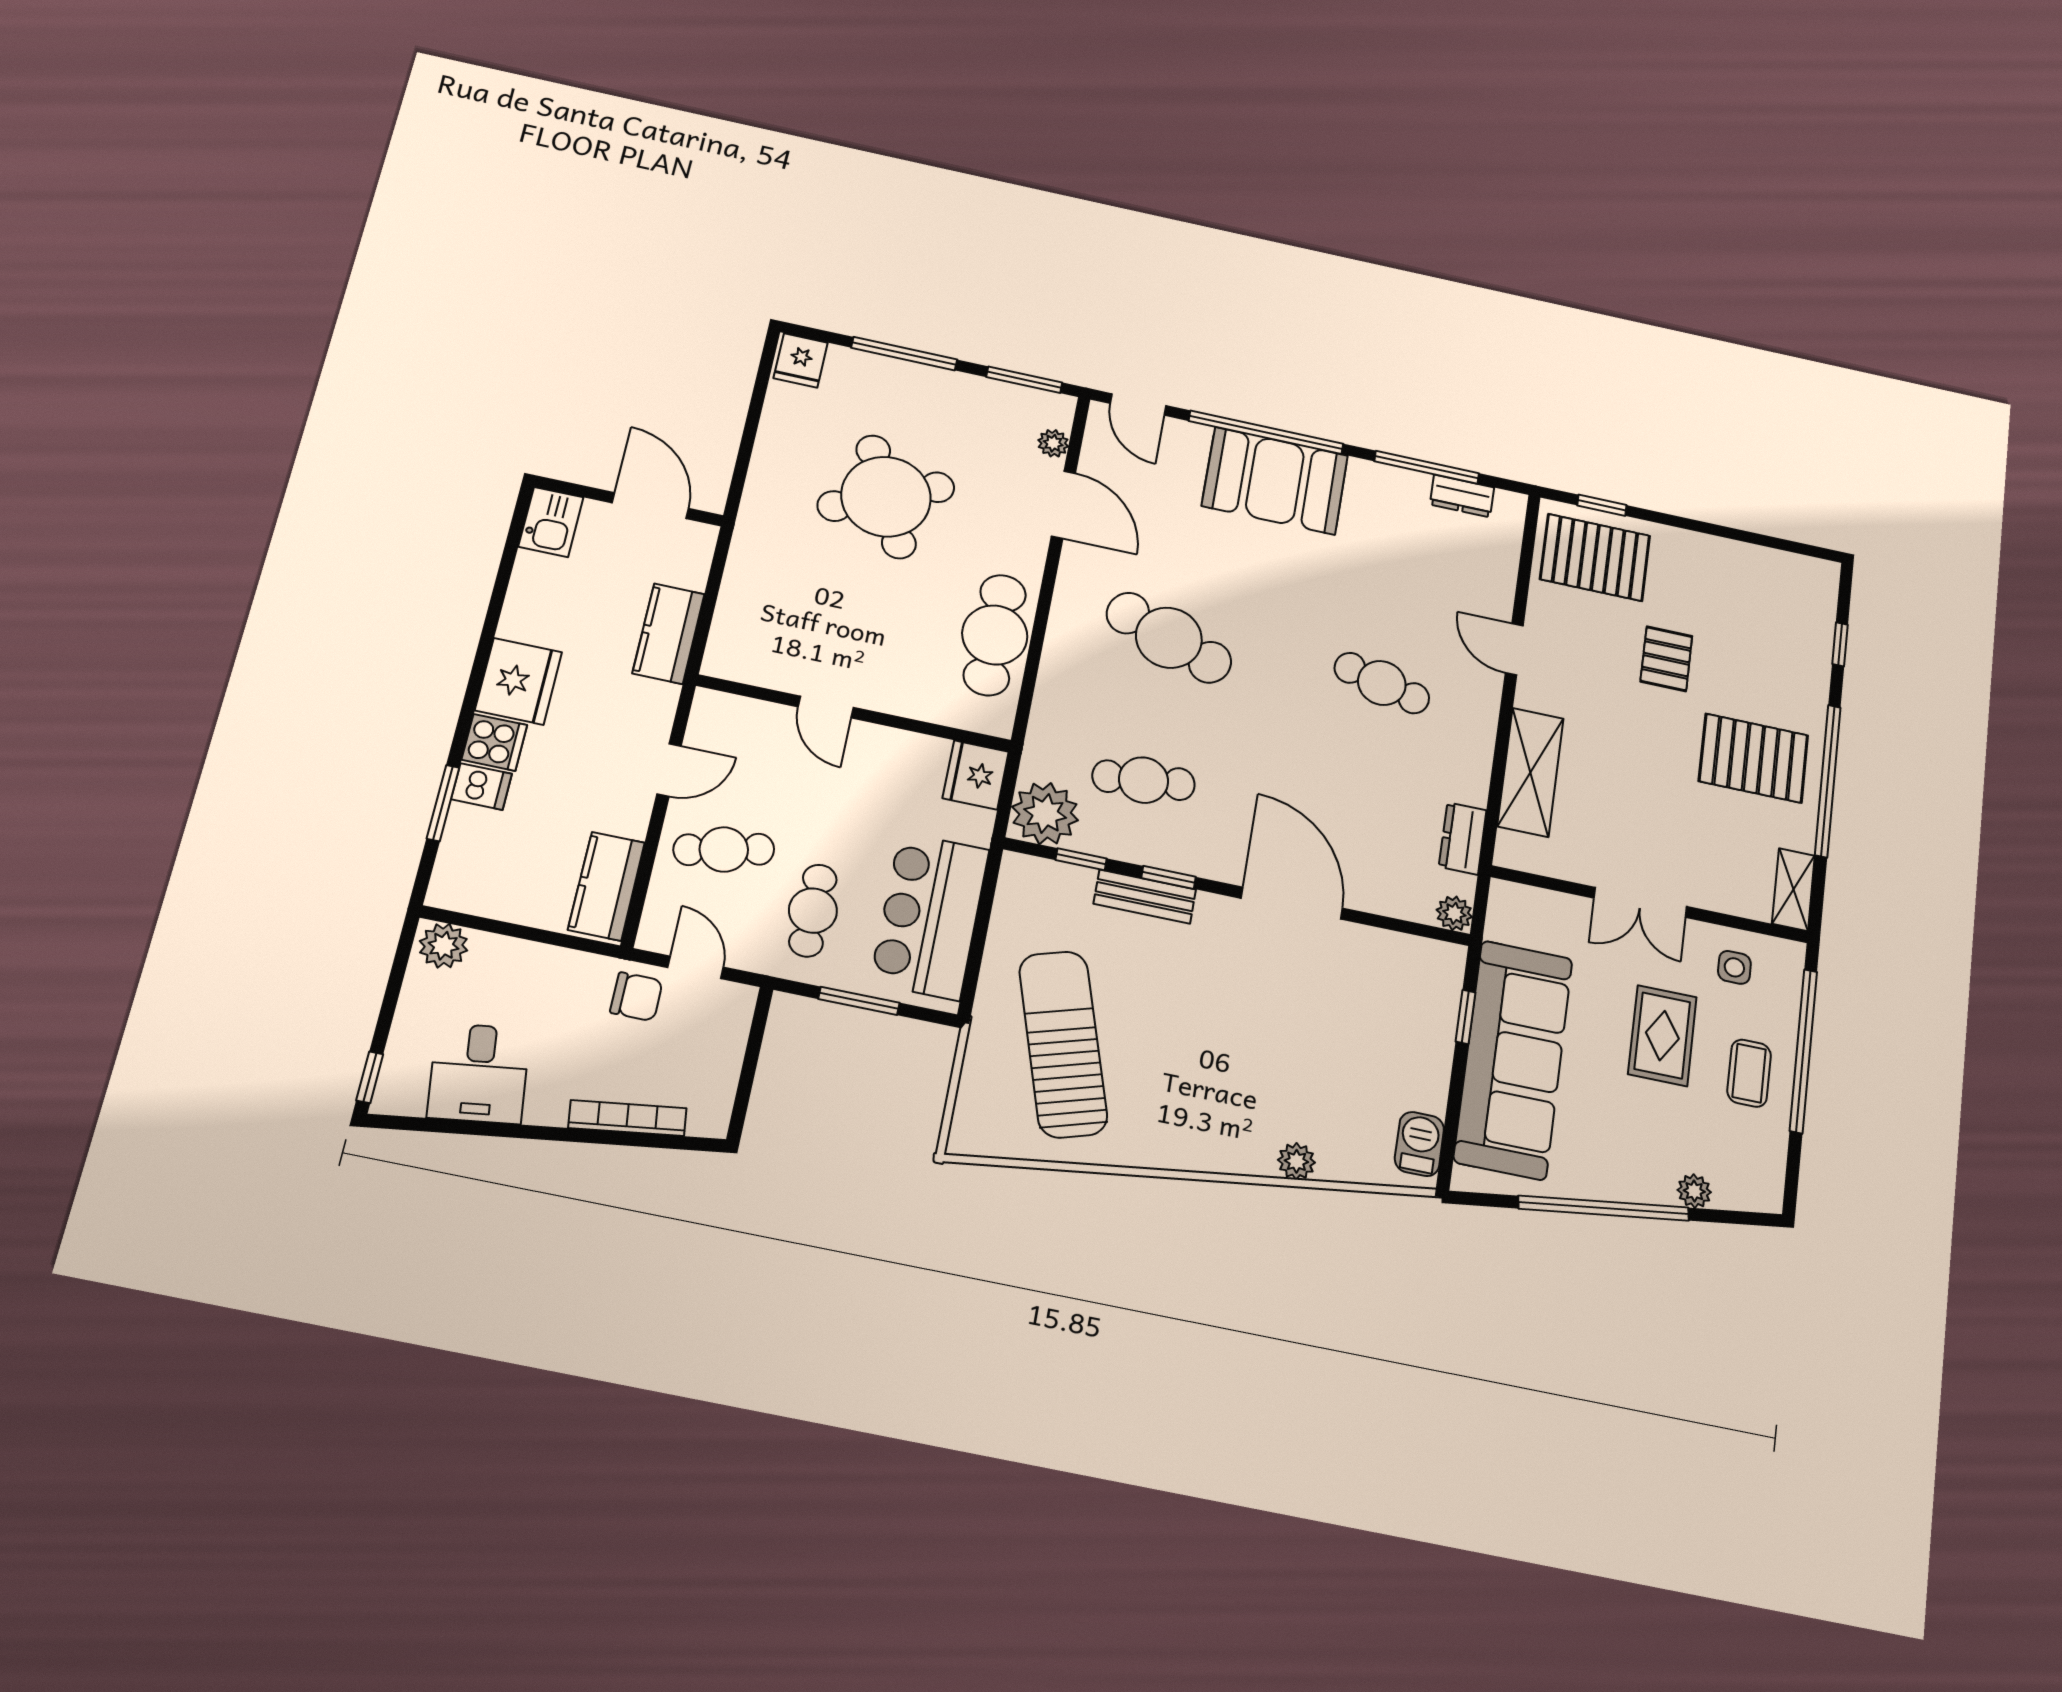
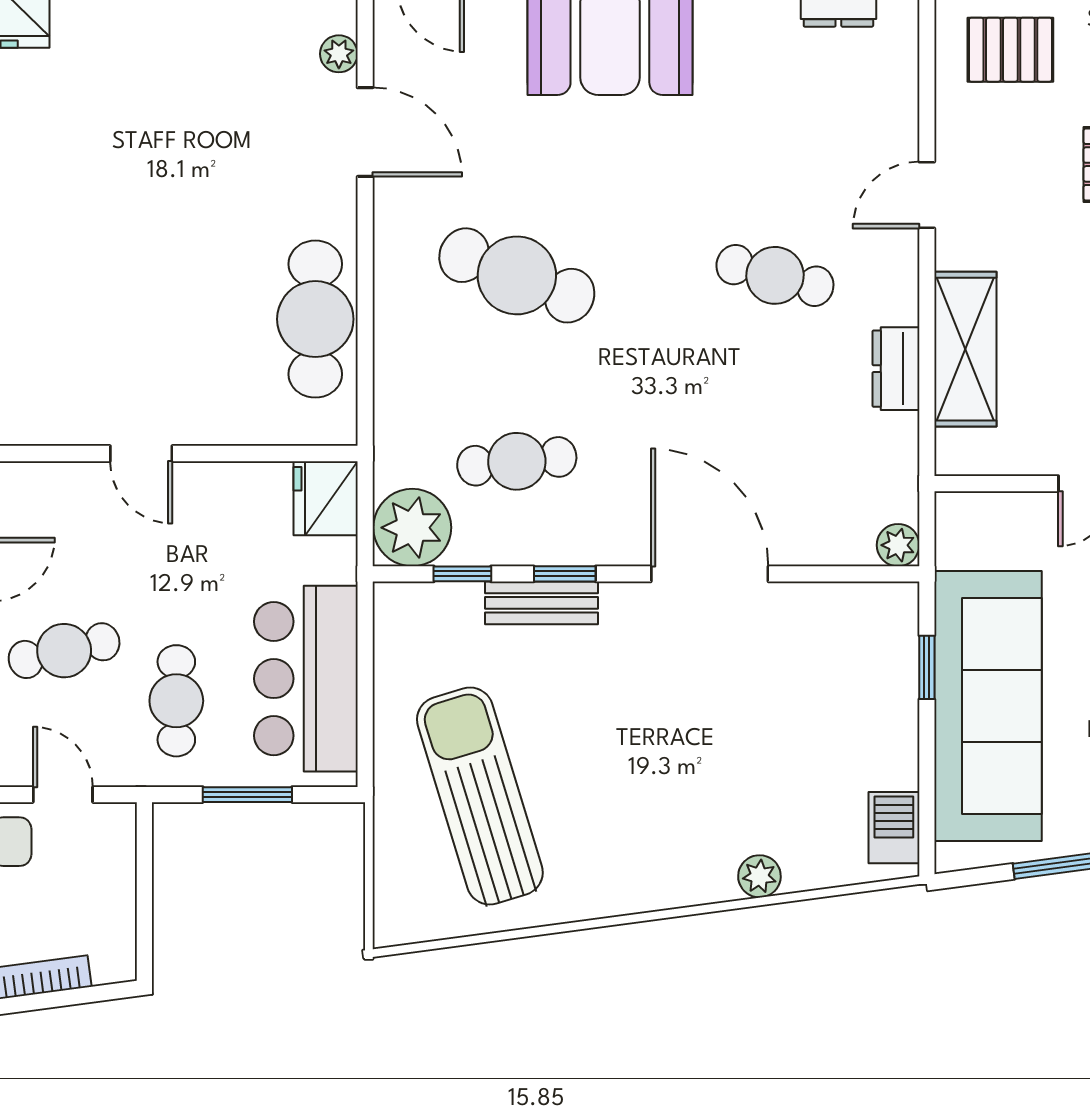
round table: (886, 497) -> (157, 171), removed
pallet: (1595, 557) -> (1010, 50), width x0.67, depth x0.71
door: (1514, 649) -> (927, 195), hinge flipped
dresser: (1463, 838) -> (896, 369), moved

